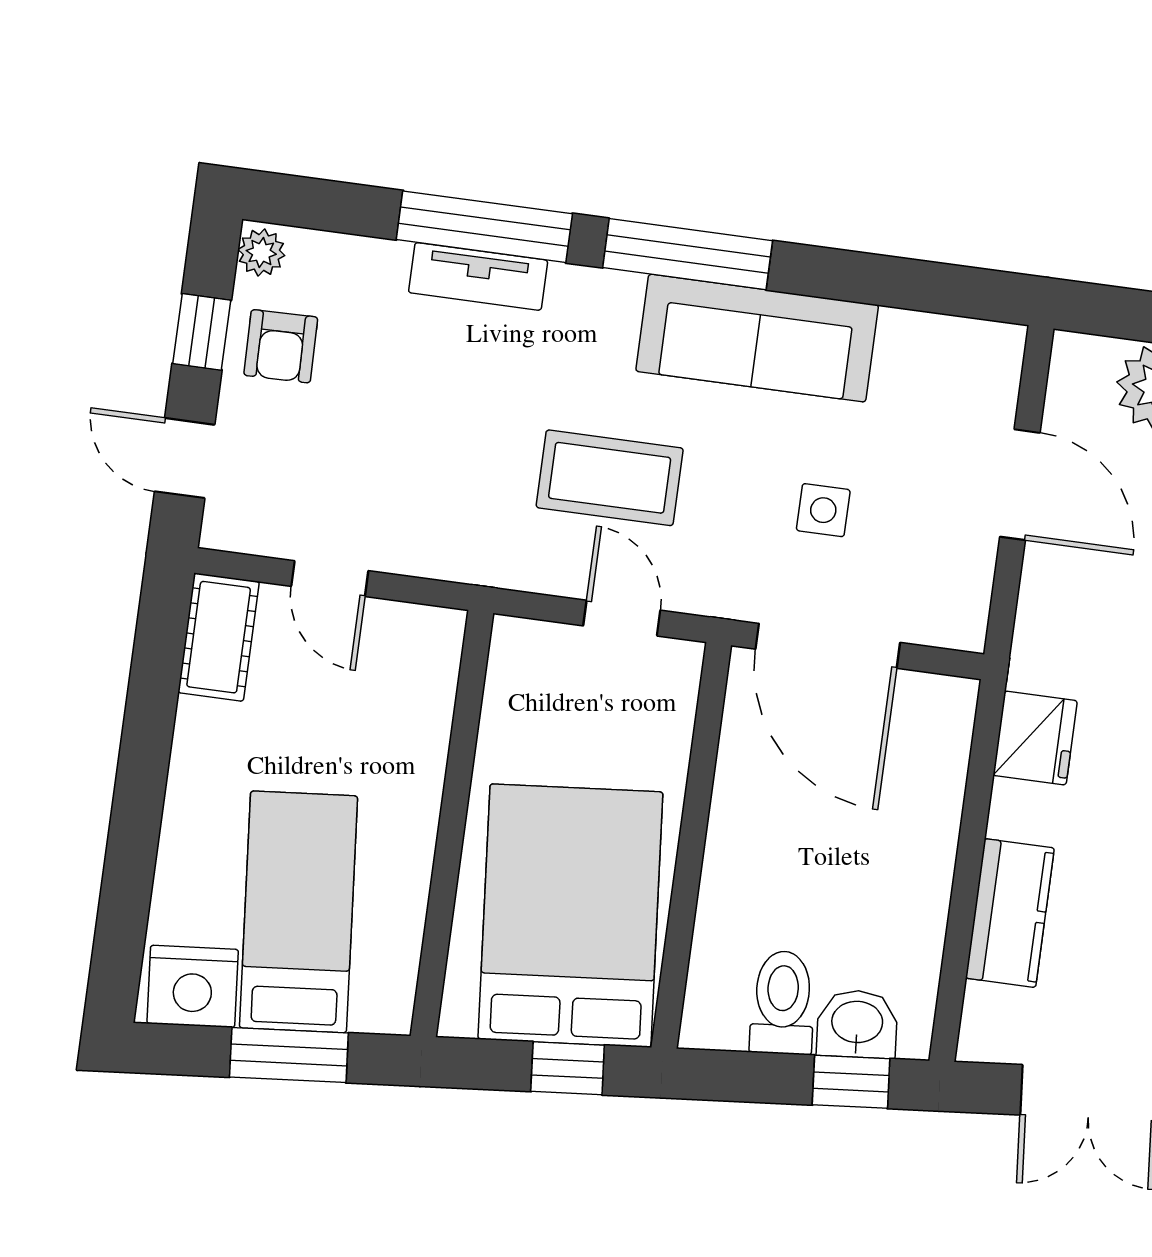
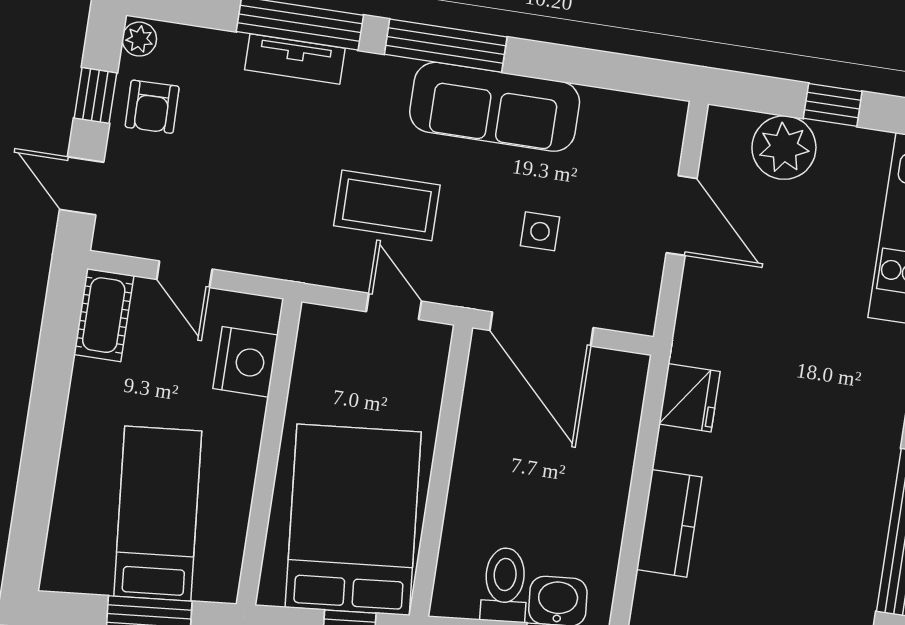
nightstand: (193, 986) -> (245, 362), moved, turned -85

